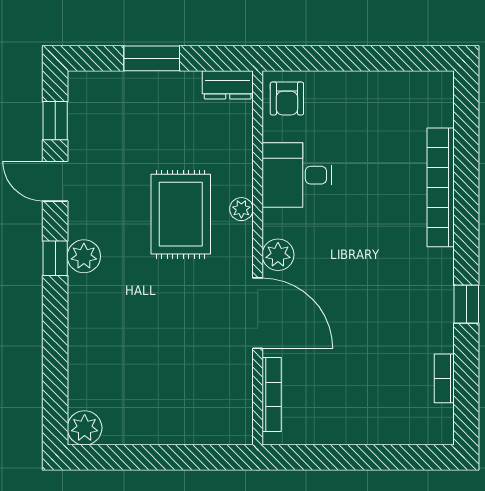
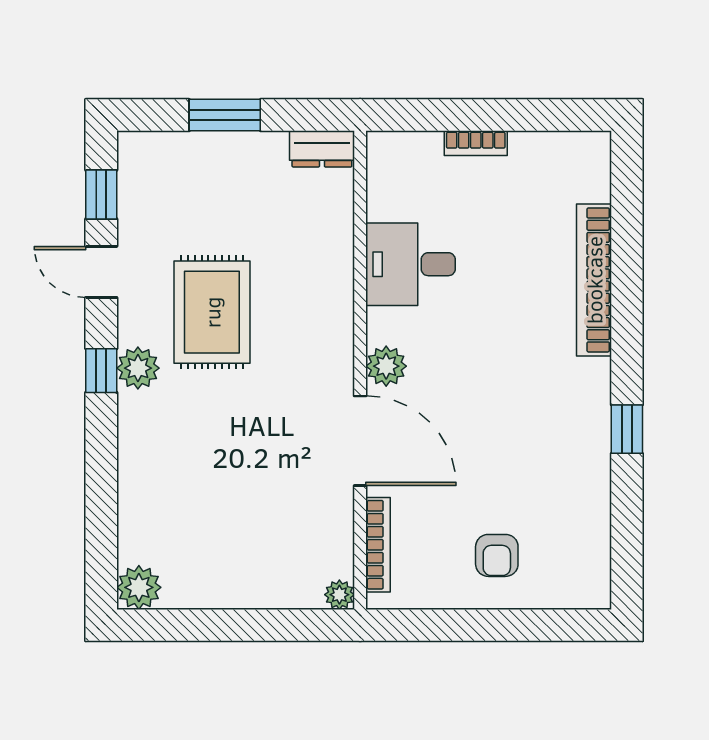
armchair: (287, 99) -> (497, 555), moved
plant: (241, 209) -> (339, 595), moved
rug: (181, 214) -> (212, 312), moved
bookcase: (444, 378) -> (476, 143), moved, turned -90

